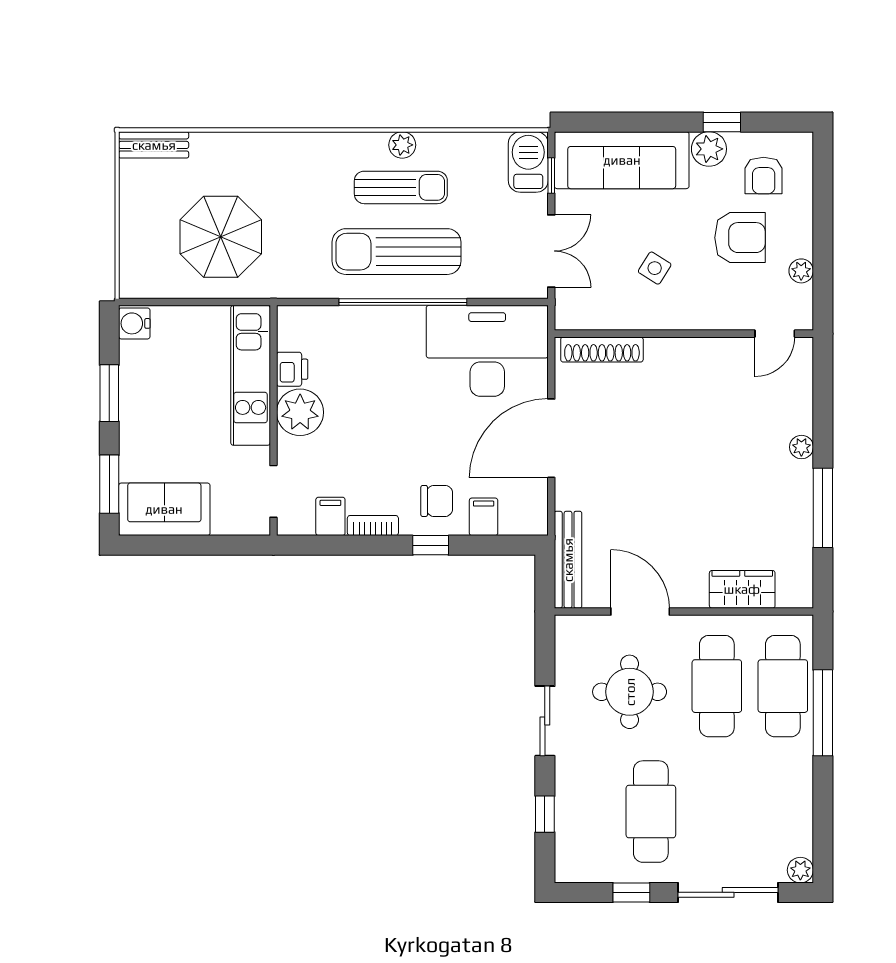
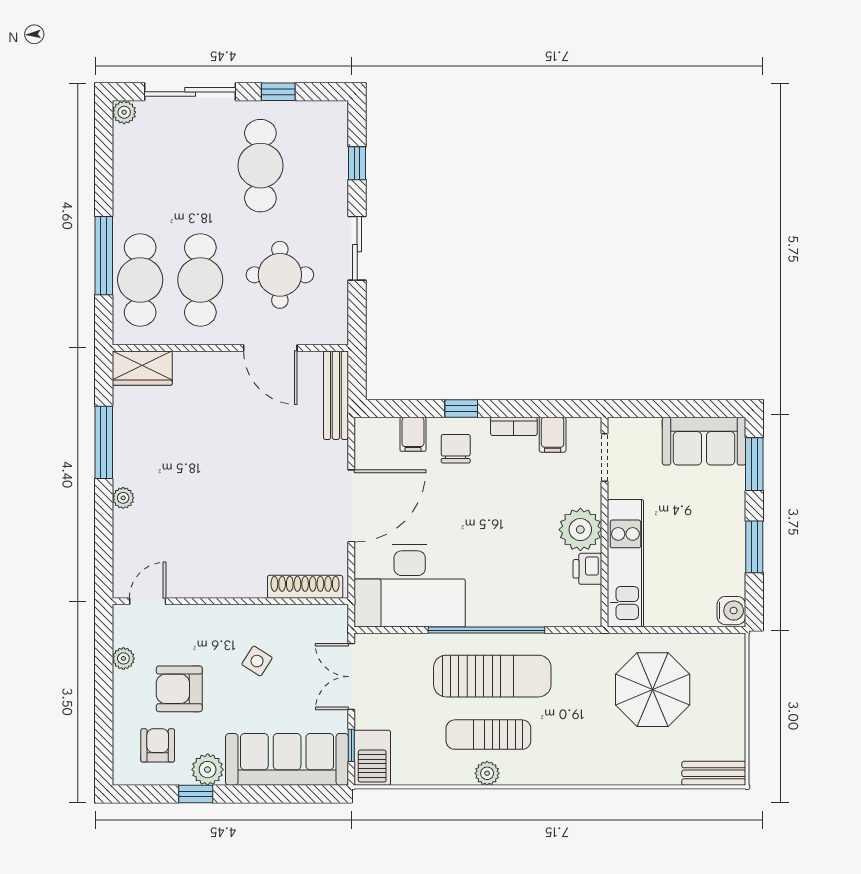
chair: (437, 501) -> (456, 449), turned 90
wardrobe: (742, 589) -> (142, 368), moved

